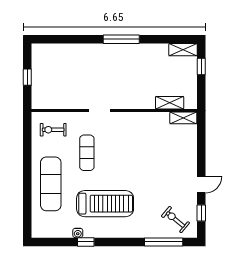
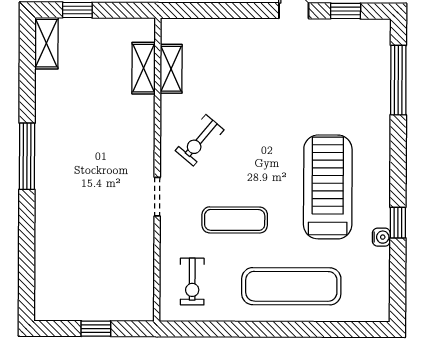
shelving: (183, 118) -> (171, 69), moved
exercise bike: (175, 220) -> (200, 140), moved

